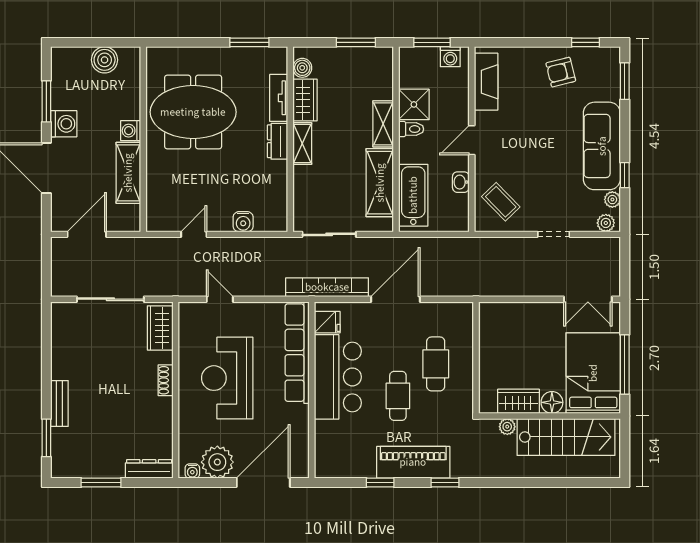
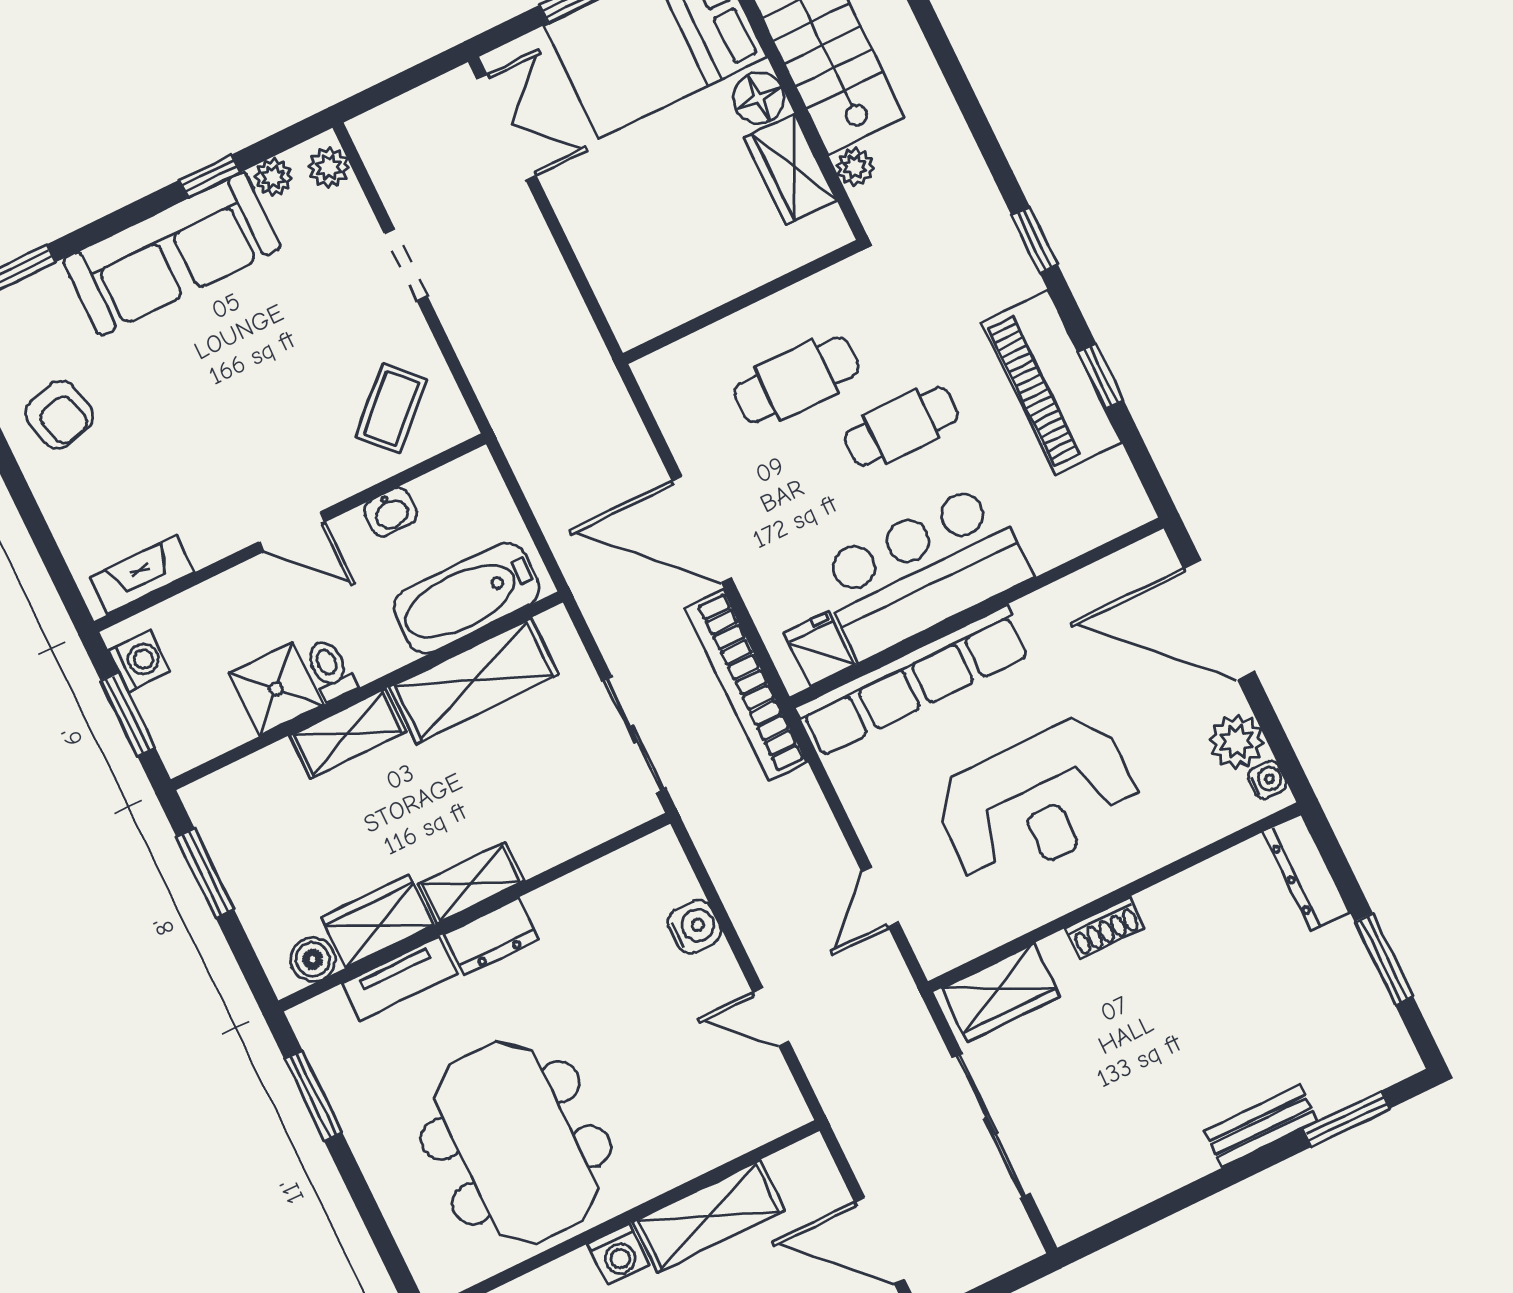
fireplace: (486, 82) -> (142, 575), width x0.73, depth x0.76
plant: (217, 462) -> (1236, 741), width x0.73, depth x0.73
piano: (413, 462) -> (1052, 382), moved

